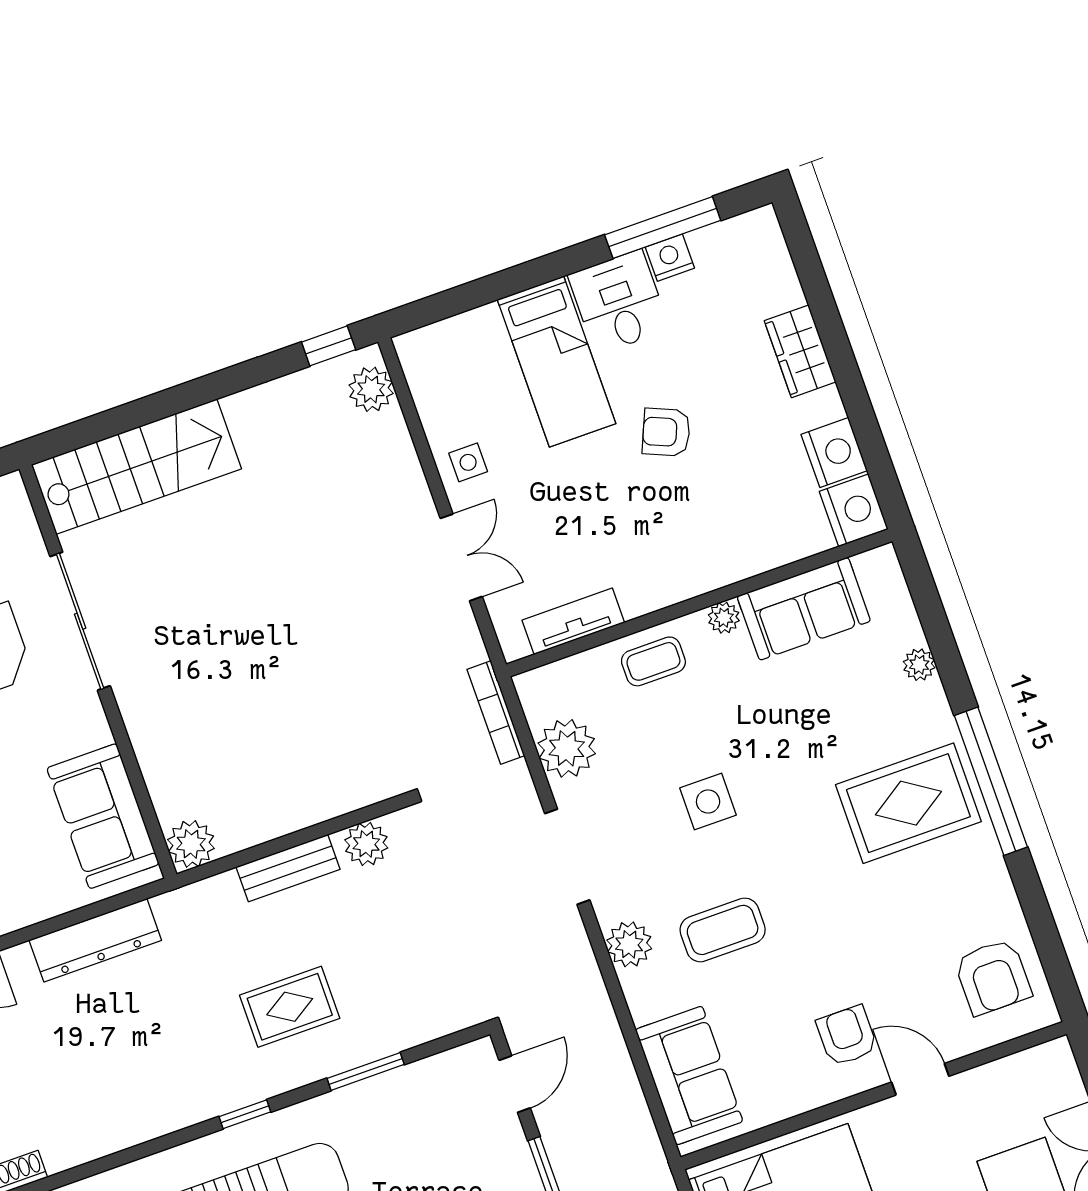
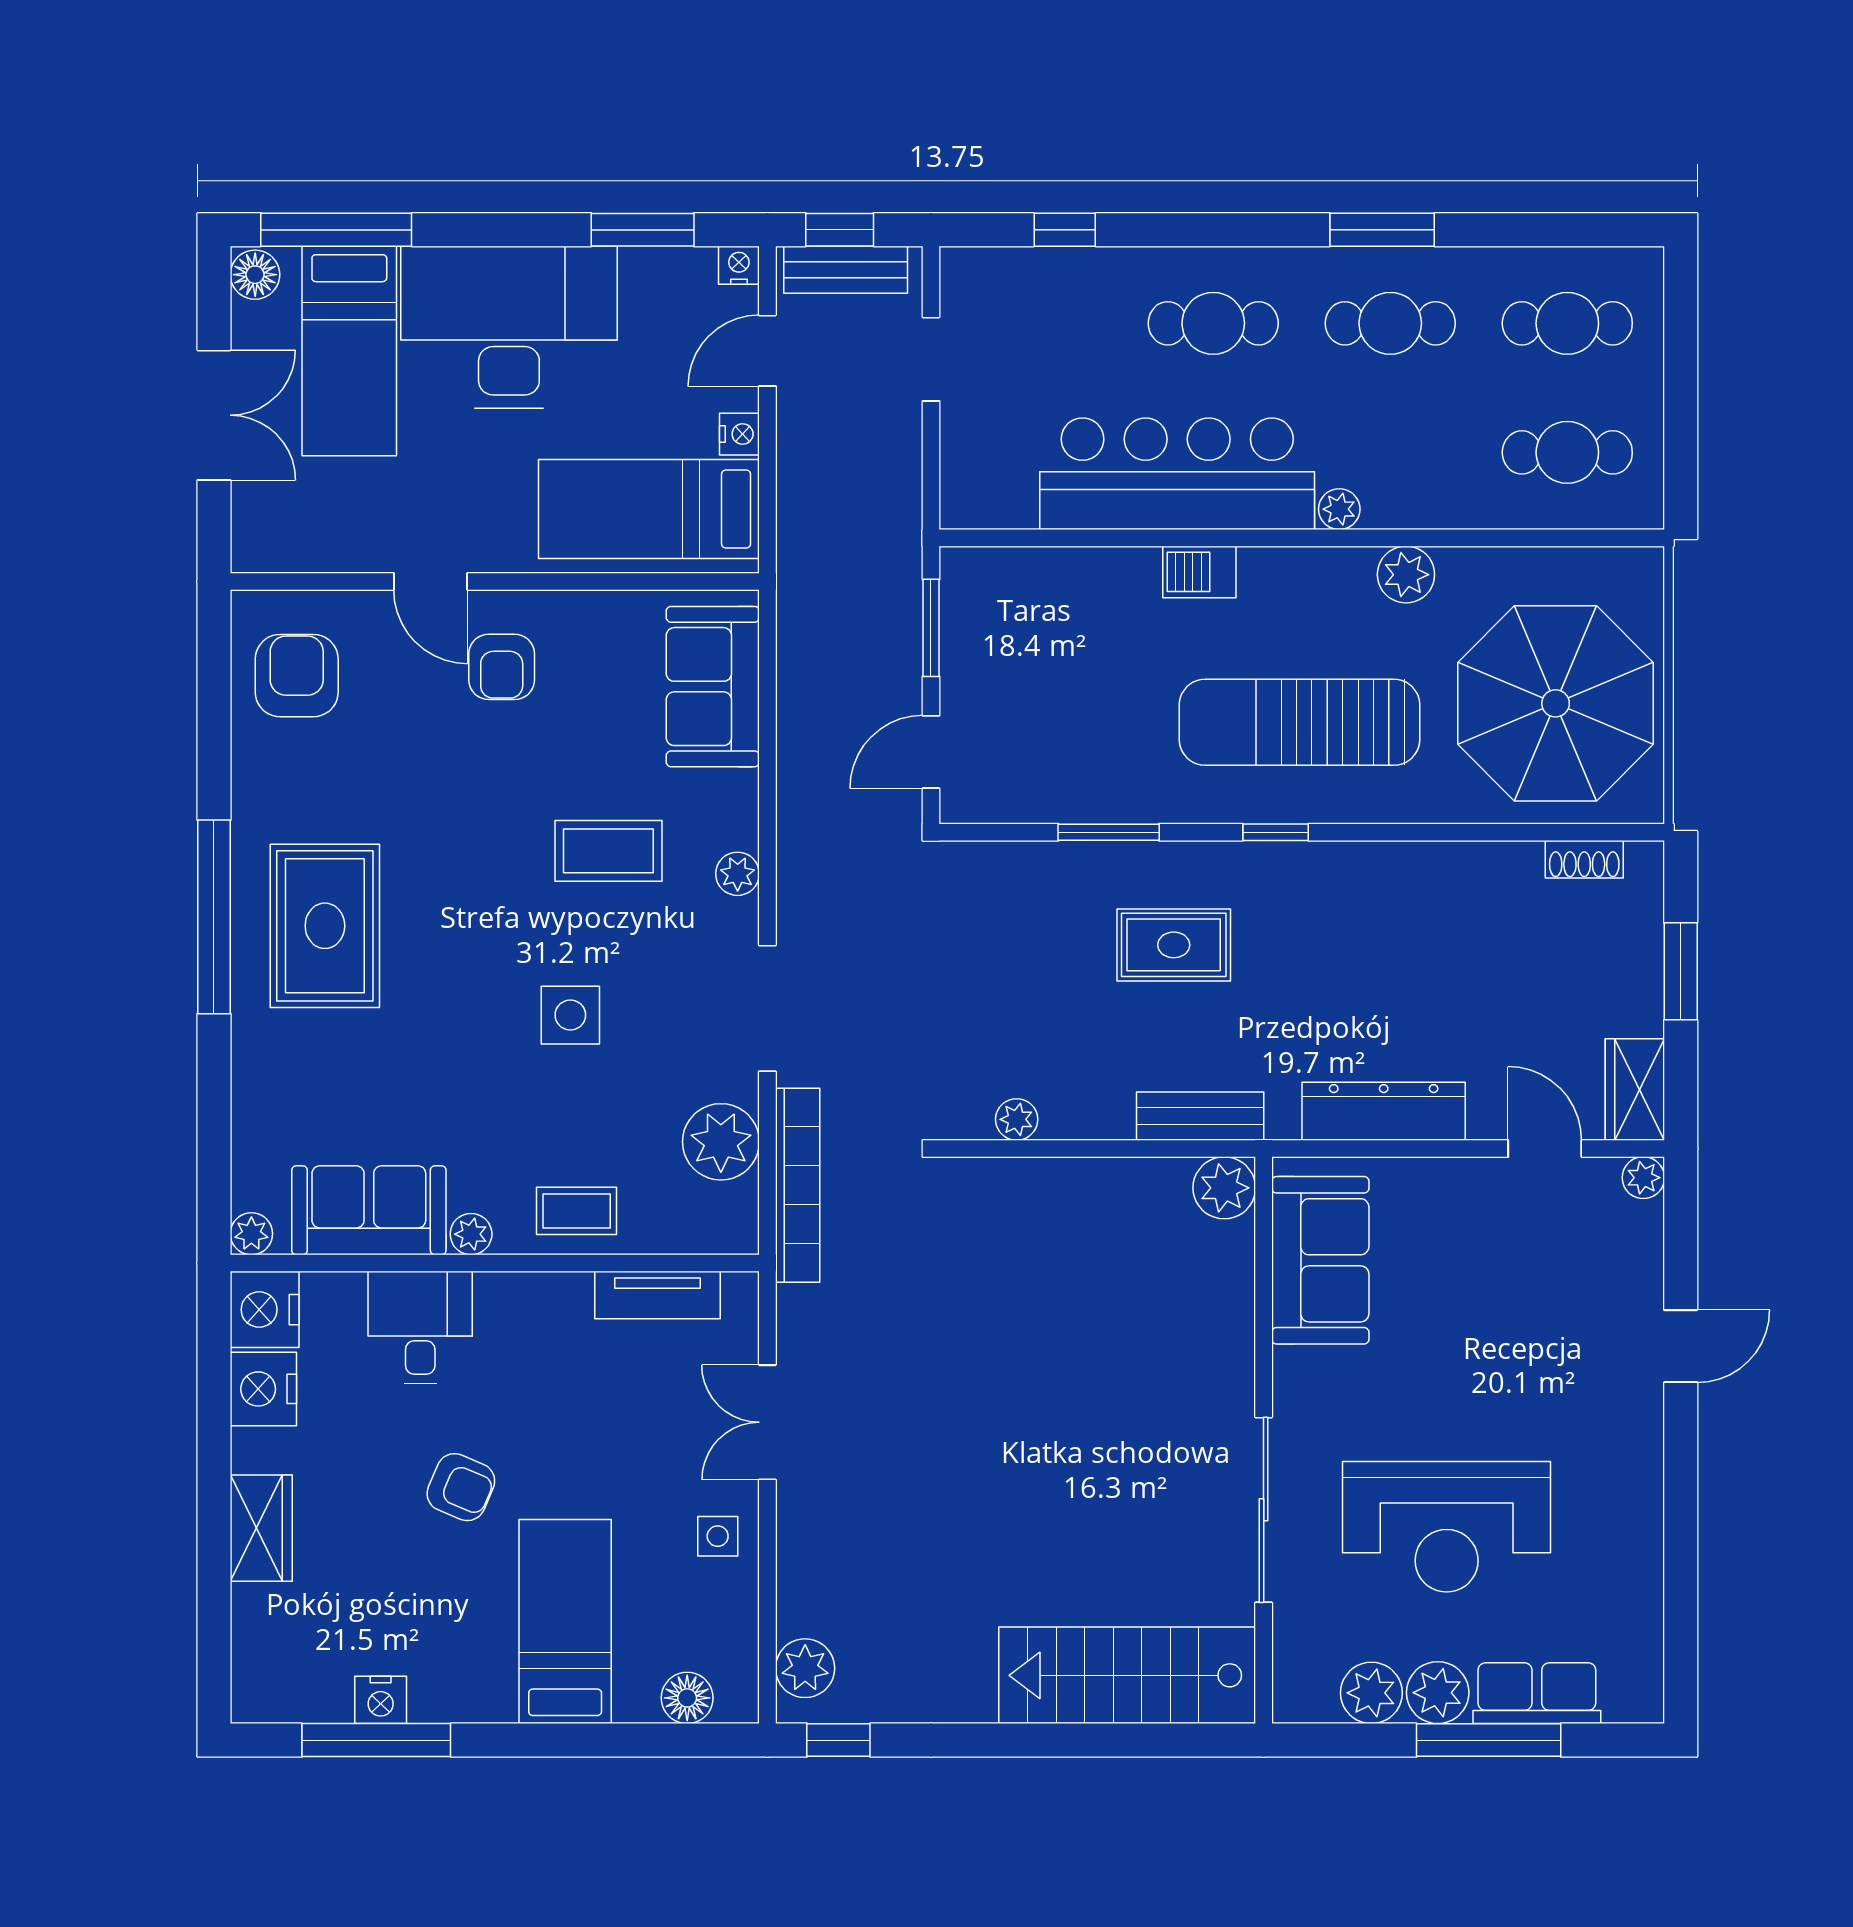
desk: (619, 302) -> (420, 1327), moved, turned 180
floor lamp: (449, 338) -> (687, 1698), added
plant: (919, 665) -> (251, 1234), moved
bookcase: (496, 713) -> (798, 1185), width x1.48, depth x1.31
rug: (908, 803) -> (325, 926), turned 90
plant: (366, 844) -> (1017, 1119), width x0.73, depth x0.73
bench: (288, 868) -> (1200, 1116), moved
plant: (629, 944) -> (738, 874), width x0.73, depth x0.73

